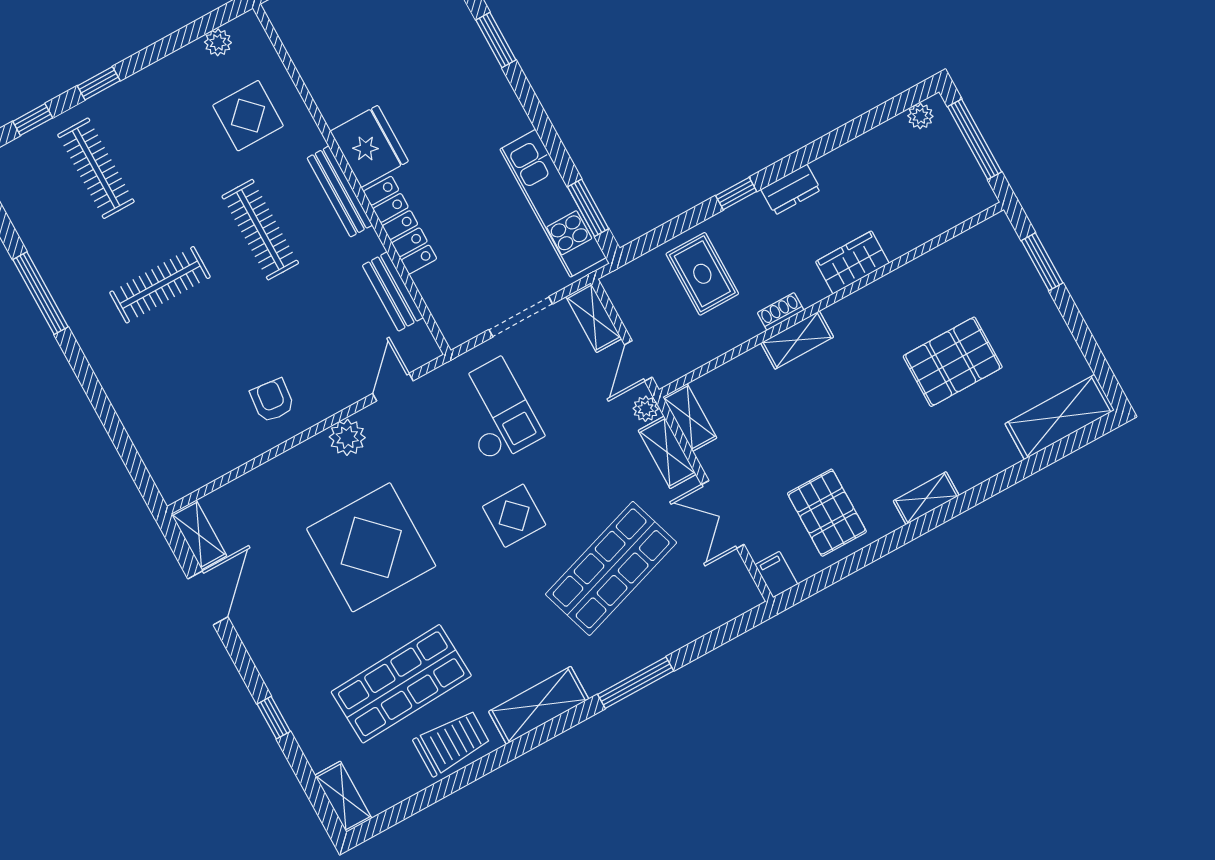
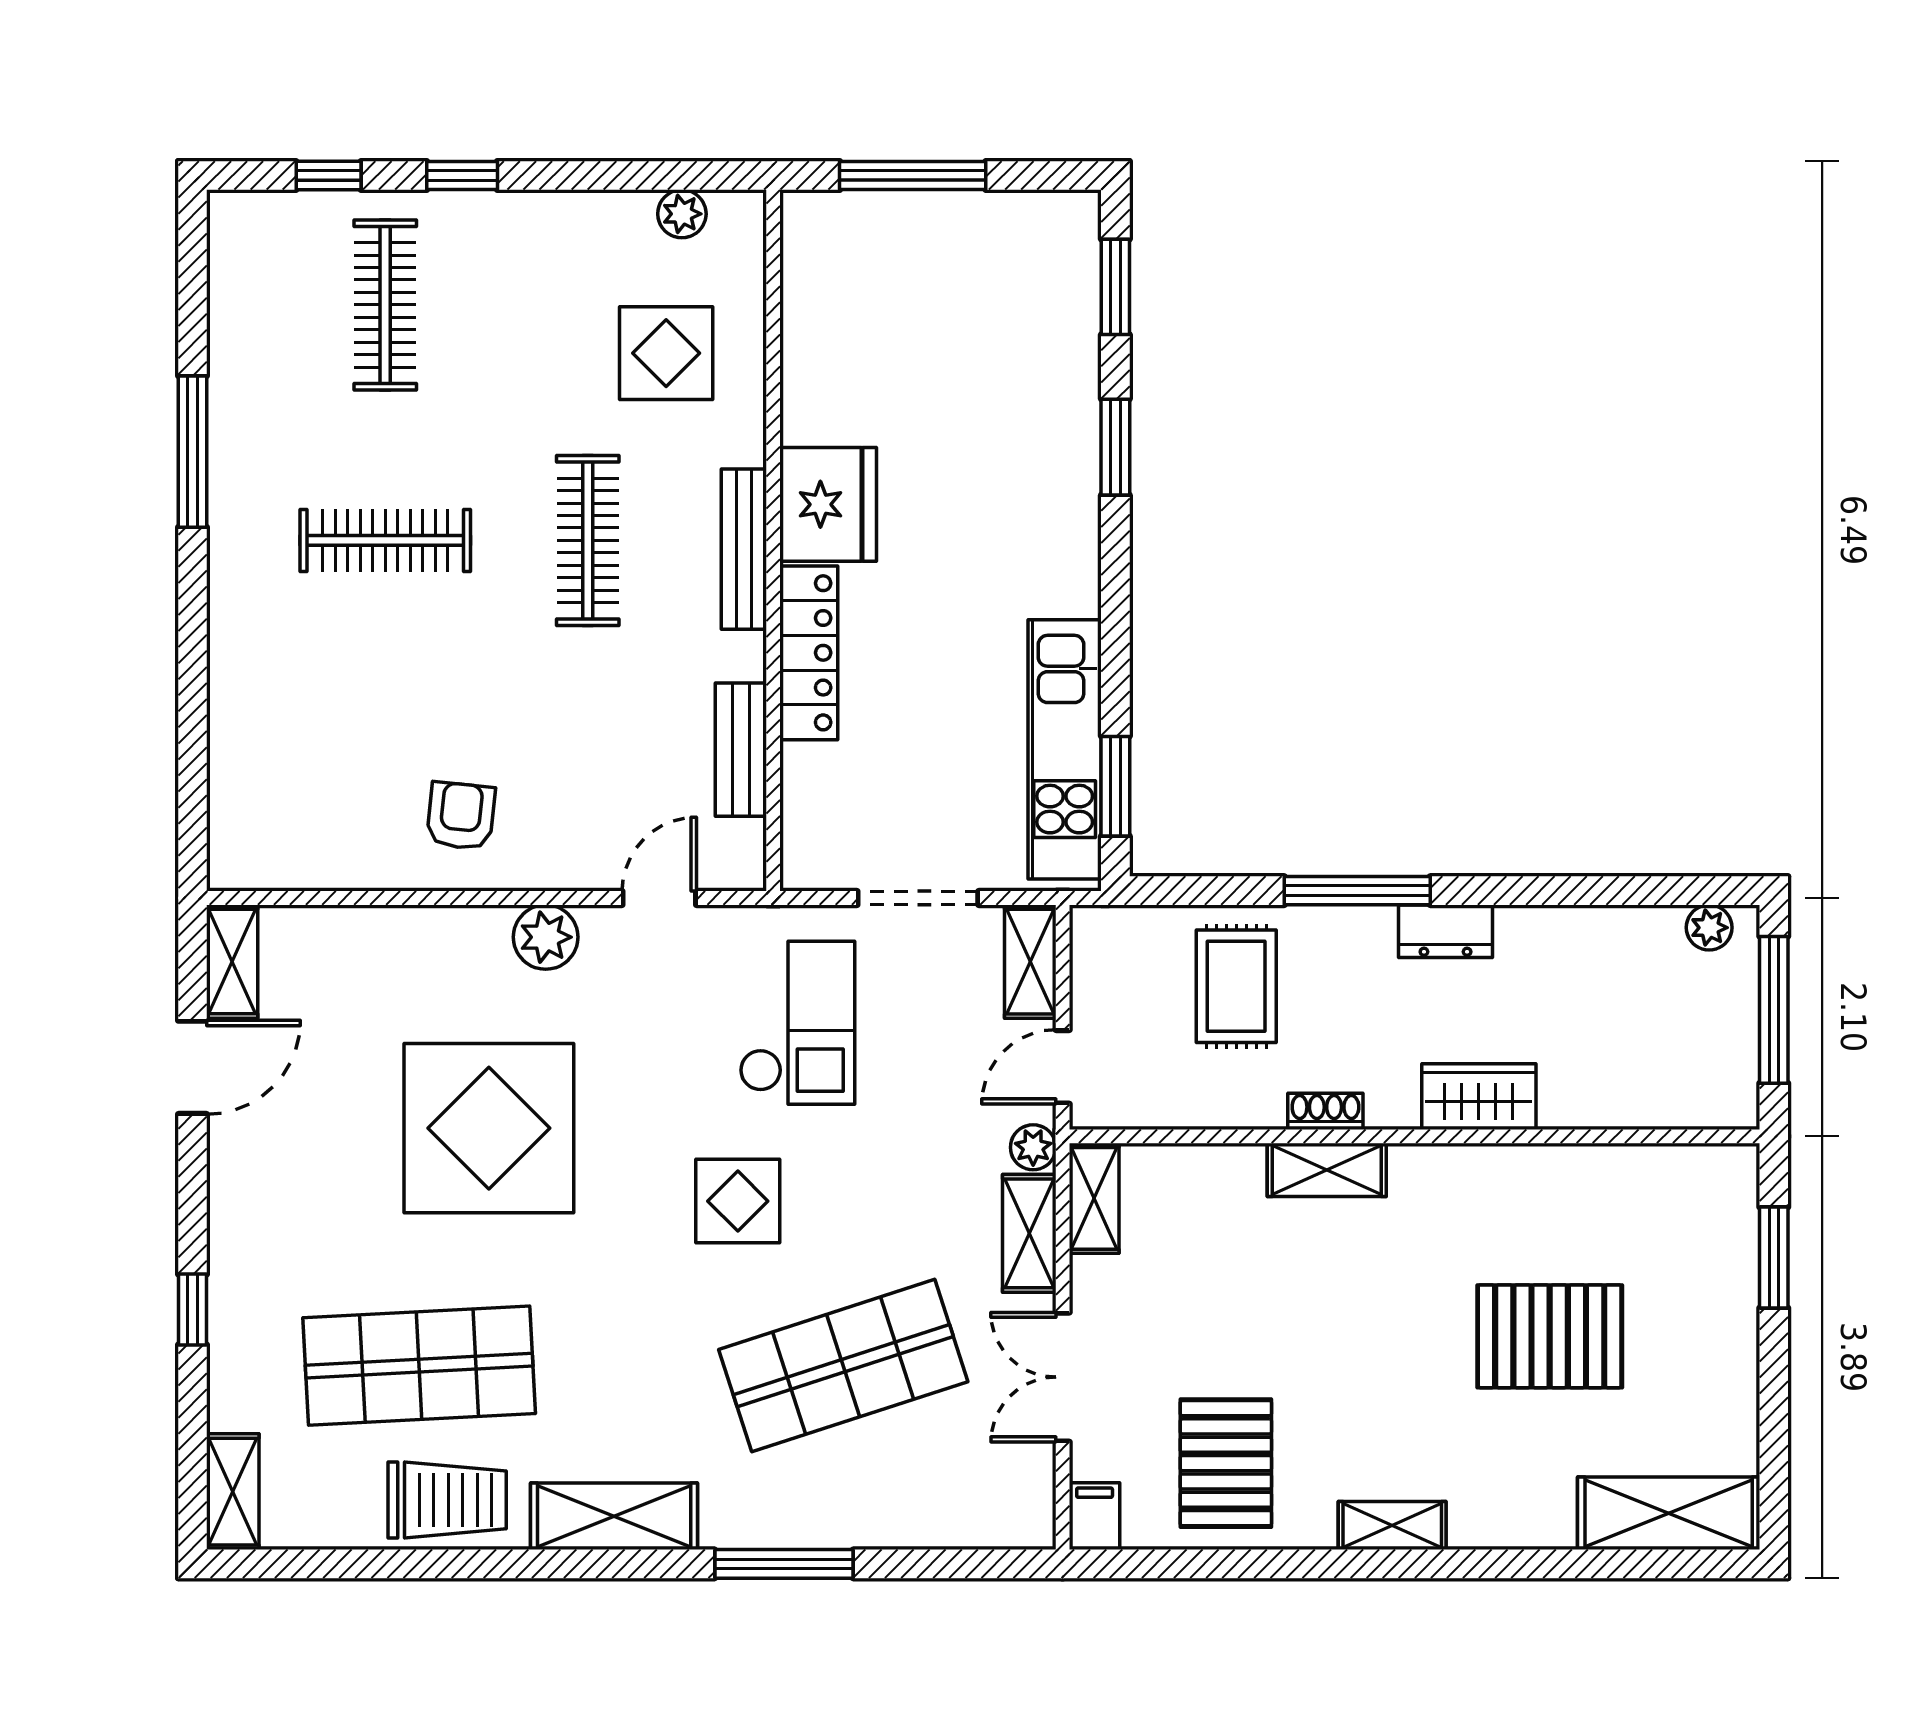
window: (736, 194) -> (1357, 891), width x2.17

